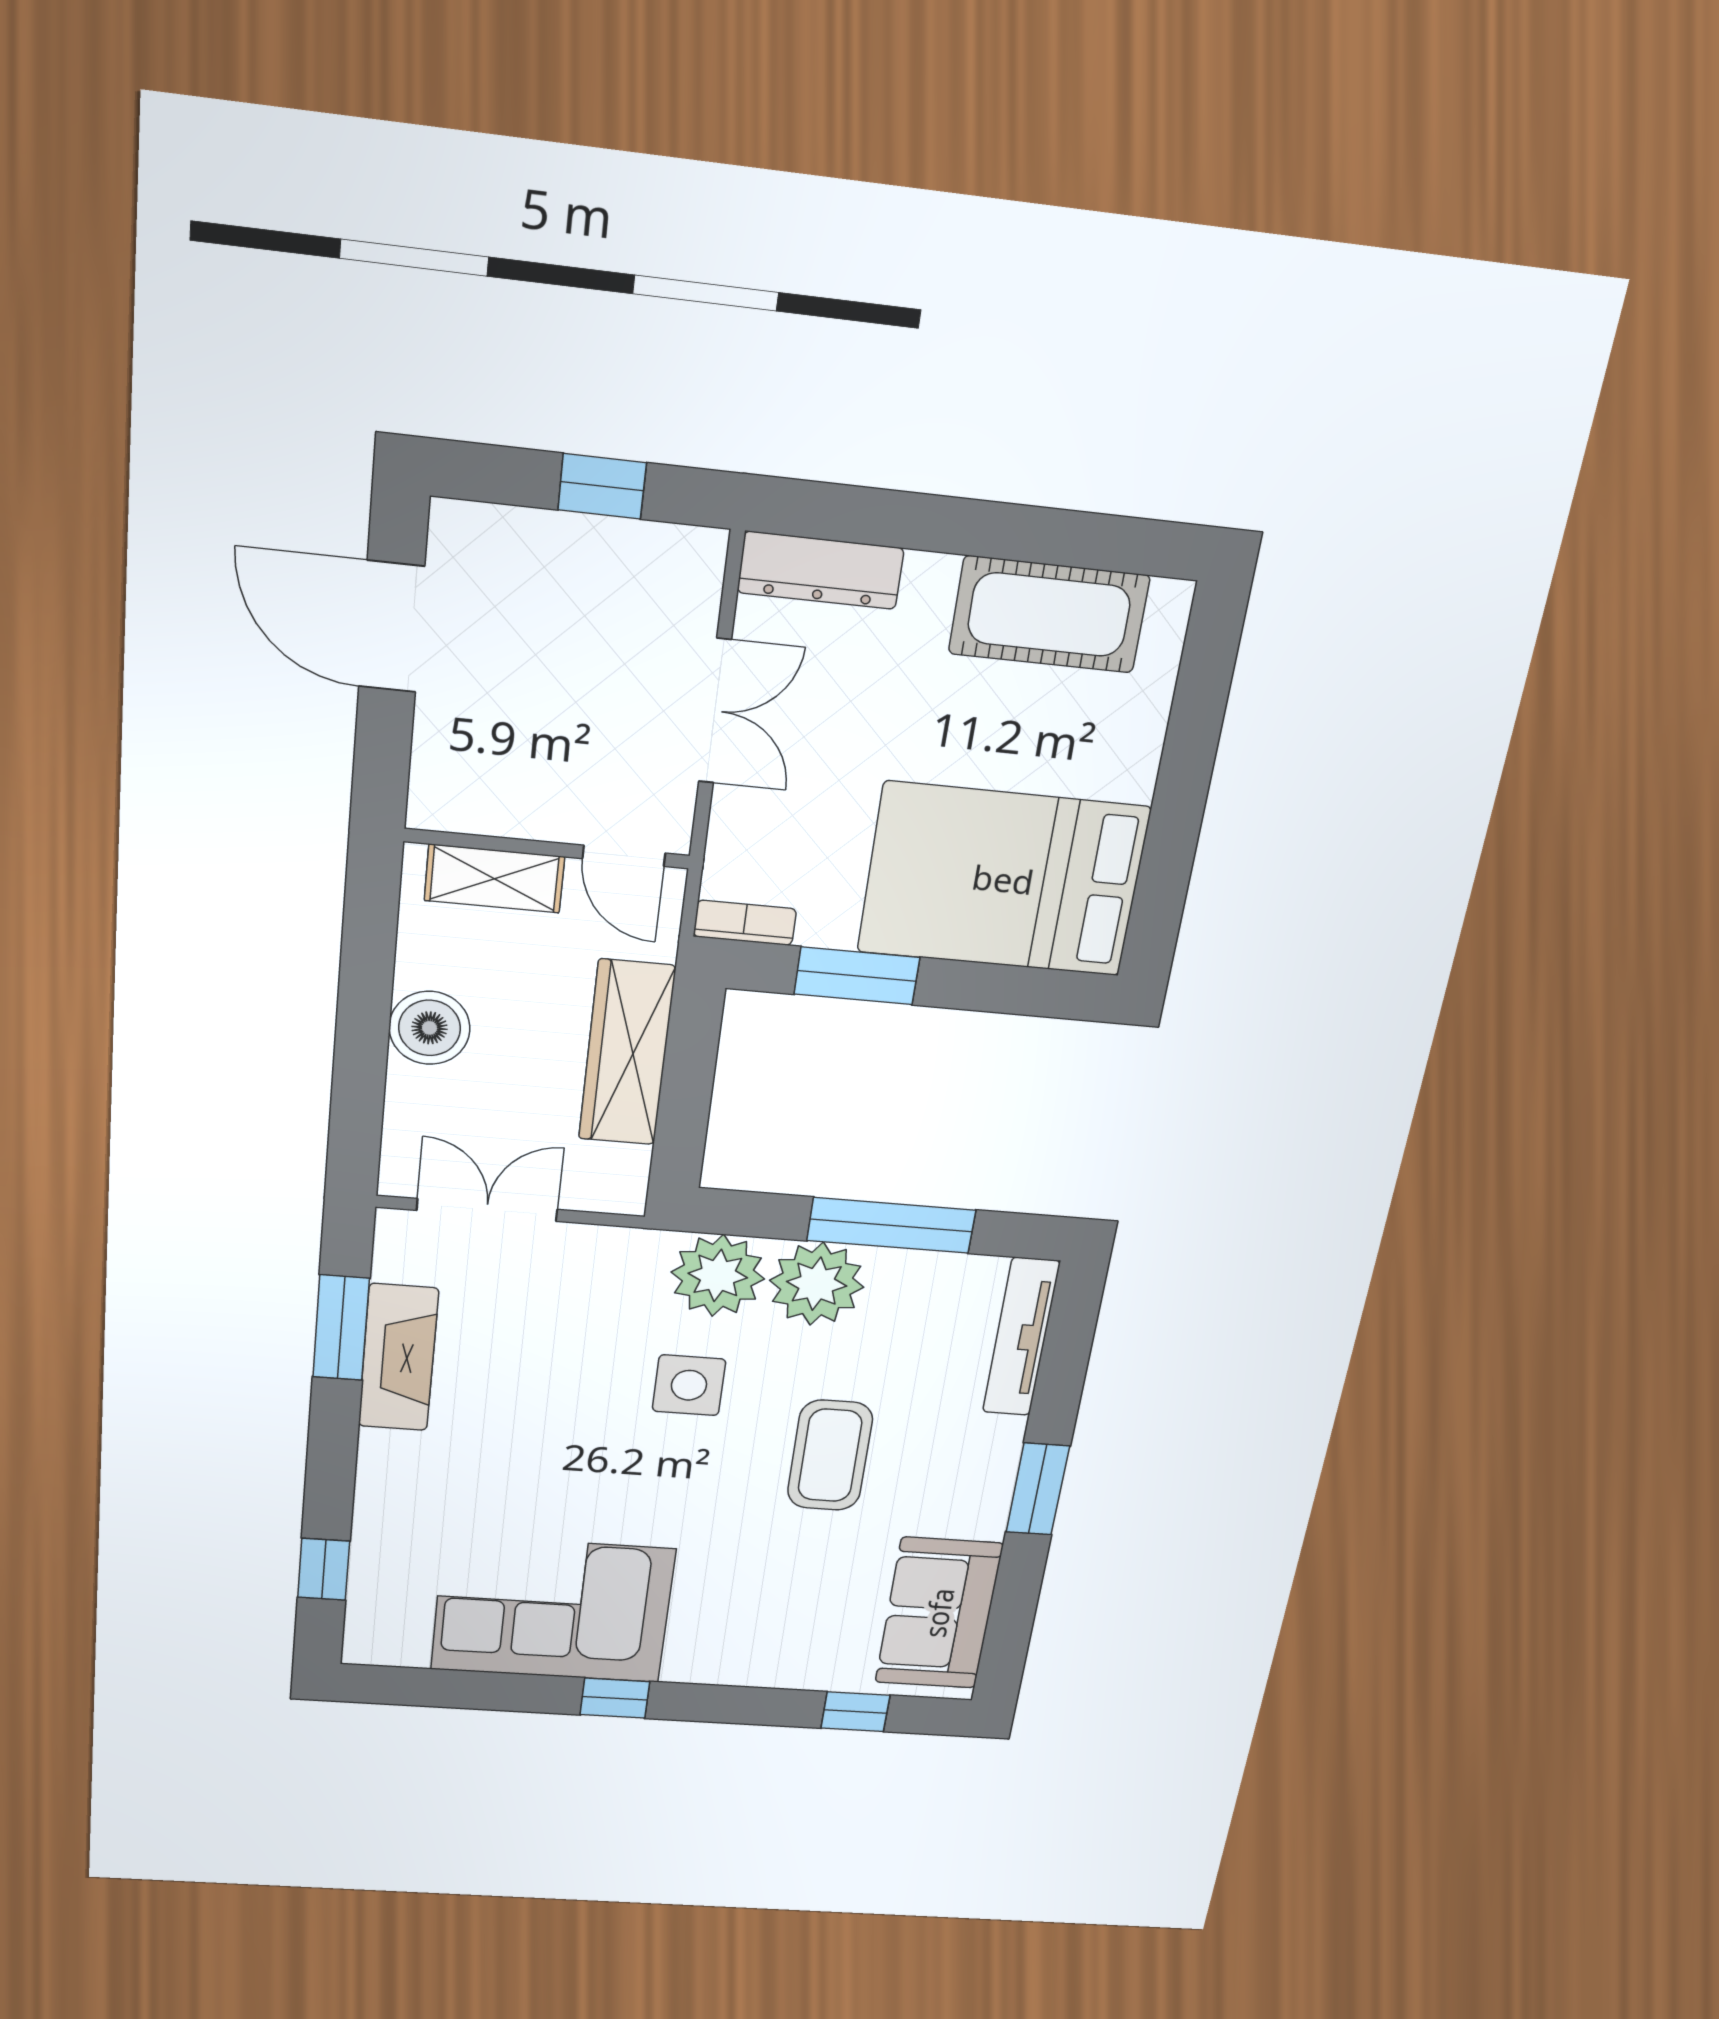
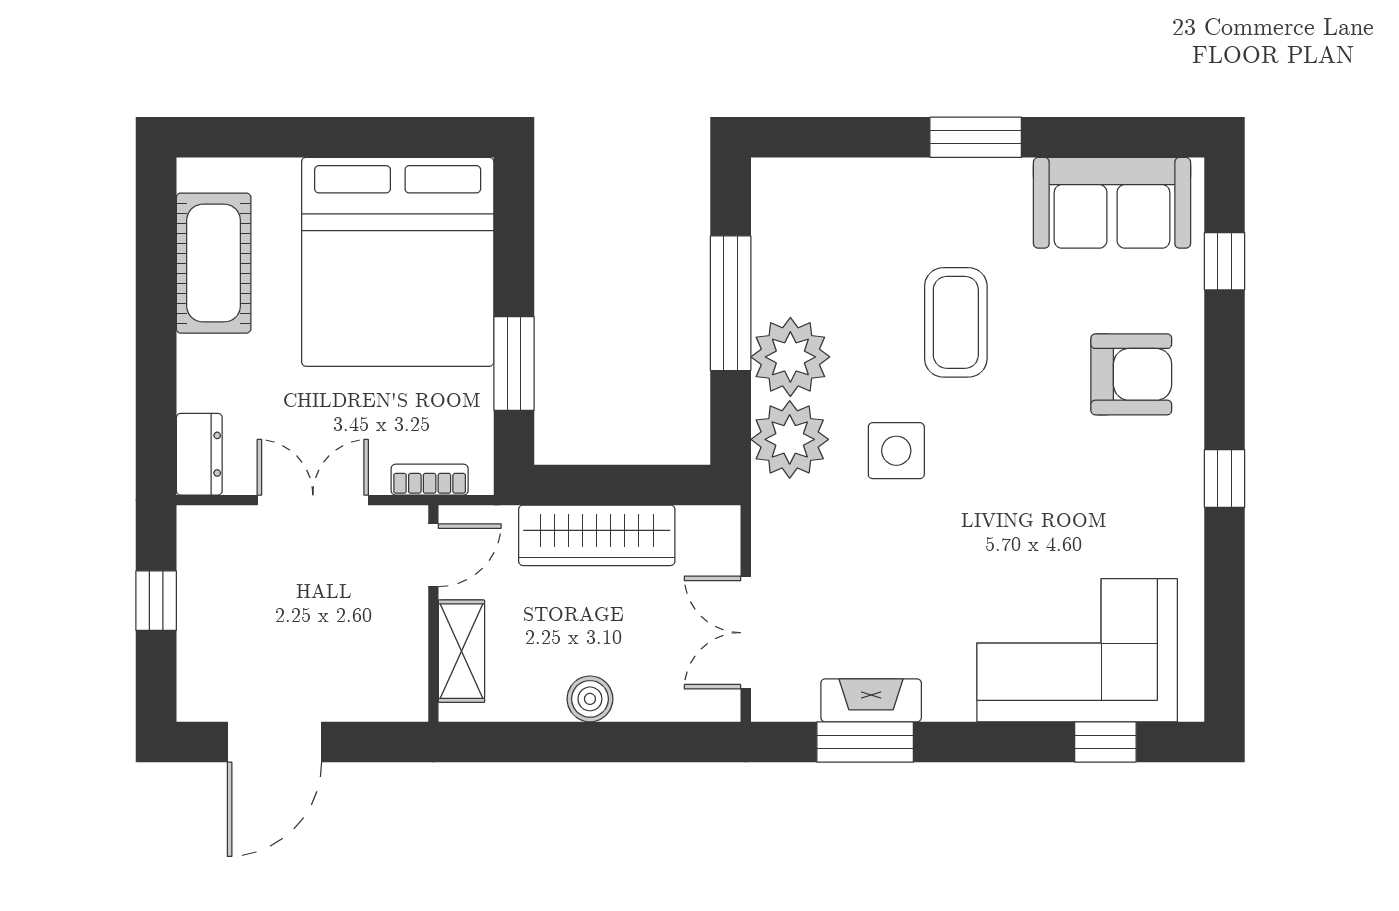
dresser: (821, 570) -> (199, 454), width x0.70
bed: (1003, 880) -> (398, 262), width x1.36
bookcase: (745, 923) -> (430, 480), moved, turned 90
boiler: (429, 1028) -> (590, 699), width x0.73, depth x0.73
tv unit: (1021, 1337) -> (826, 178), removed
fireplace: (398, 1358) -> (871, 700), width x0.73, depth x0.76
coffee table: (830, 1455) -> (956, 322), turned 90
corner sofa: (553, 1609) -> (1077, 650), moved, turned 90
armchair: (744, 1620) -> (1131, 374), added

